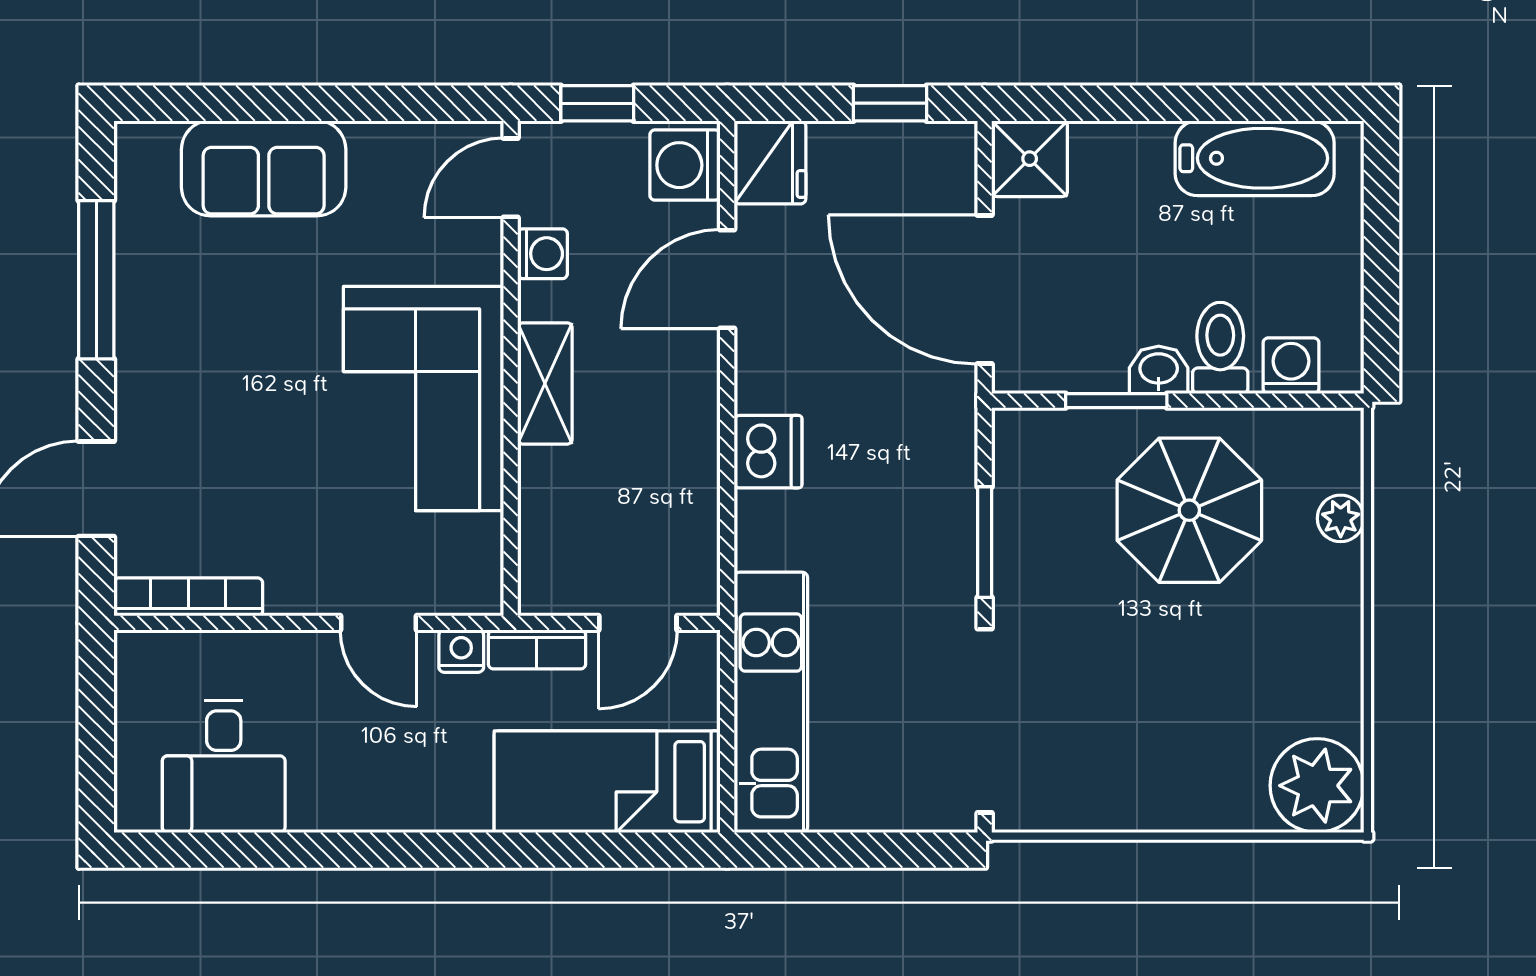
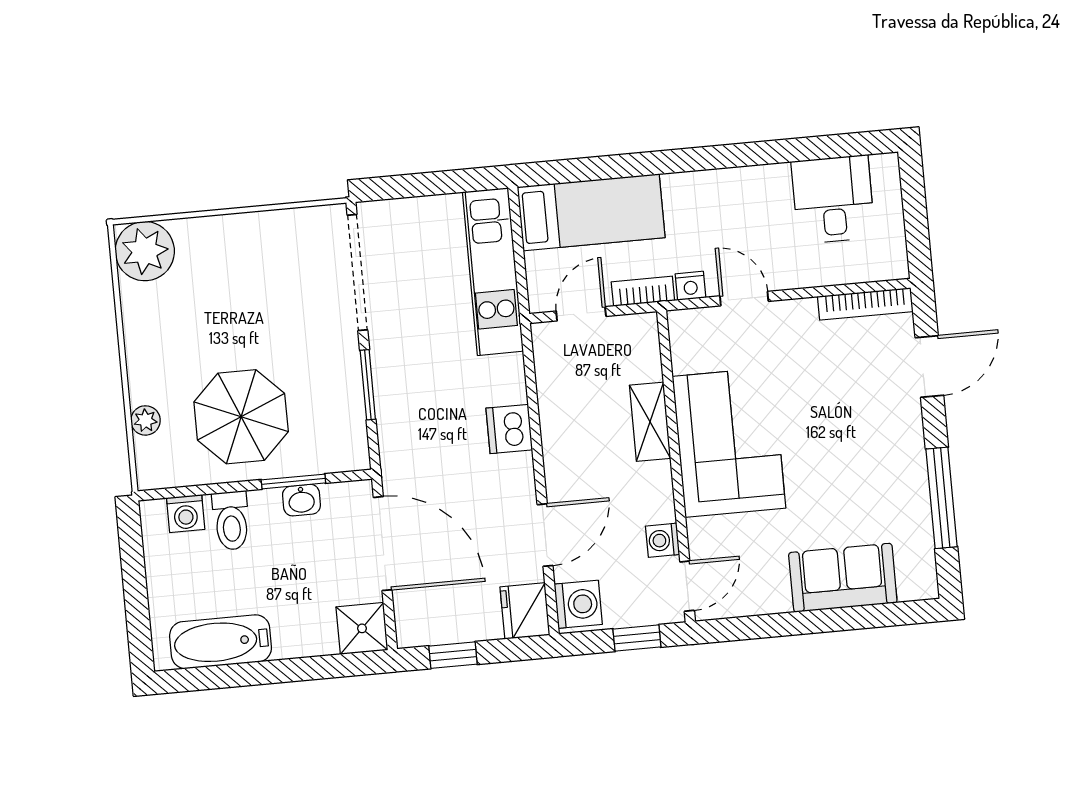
washbasin: (1159, 370) -> (301, 500), moved
shelving: (545, 383) -> (650, 422), moved

